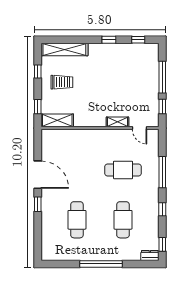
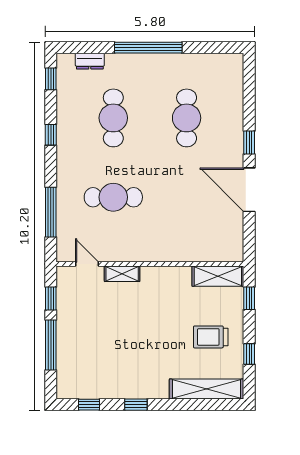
window: (162, 172) -> (51, 212), moved
dresser: (150, 256) -> (90, 61), moved

